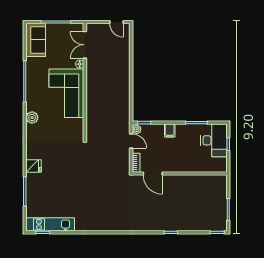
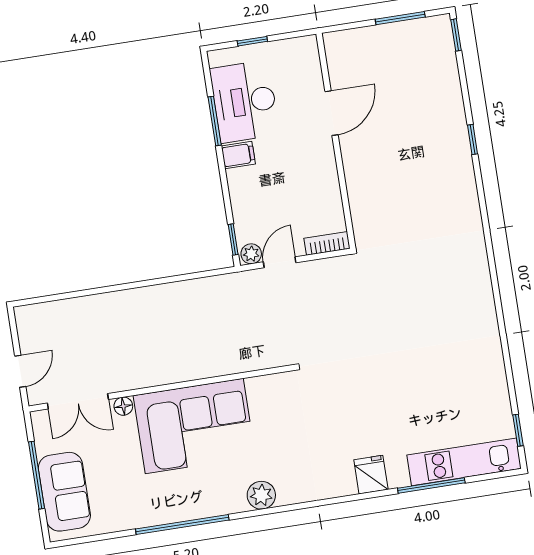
door: (117, 22) -> (20, 371), moved
sofa: (36, 40) -> (64, 492), moved, turned 90
filing cabinet: (170, 130) -> (238, 155), moved
desk: (214, 140) -> (245, 102), moved, turned -90
door: (153, 173) -> (331, 113), moved
kitchen unit: (50, 224) -> (464, 462), moved, turned 90

